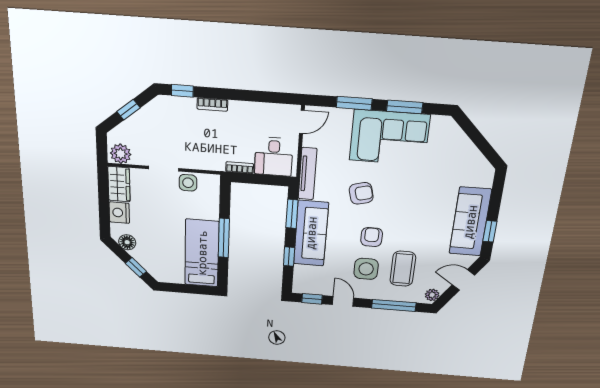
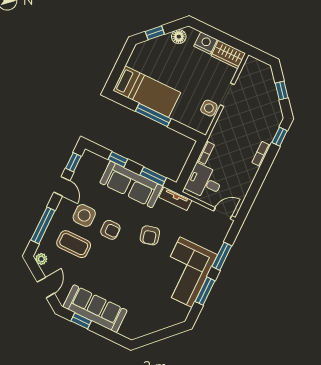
door: (302, 122) -> (223, 213), swing flipped
plant: (121, 154) -> (251, 68), removed
tv unit: (308, 174) -> (175, 199), width x0.71
door: (343, 301) -> (62, 186), hinge flipped

